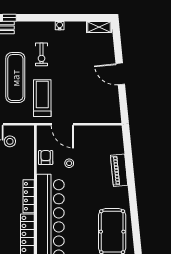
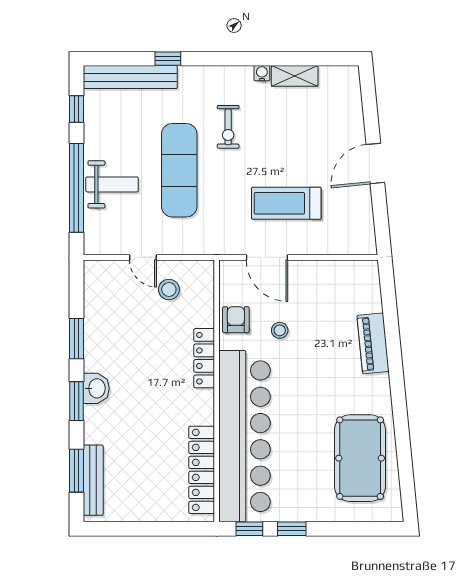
shelving: (99, 27) -> (295, 76), moved
door: (120, 74) -> (375, 163), hinge flipped
treadmill: (42, 98) -> (286, 203), moved, turned -90
locker: (29, 196) -> (204, 358), moved

